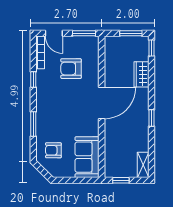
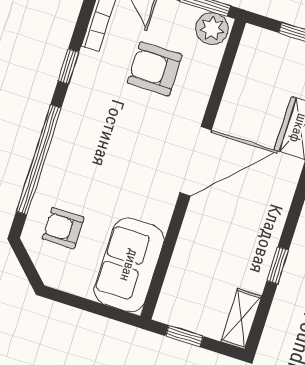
plant: (90, 43) -> (212, 29), added
window: (152, 118) -> (278, 265), moved
window: (33, 124) -> (39, 160), width x2.11

